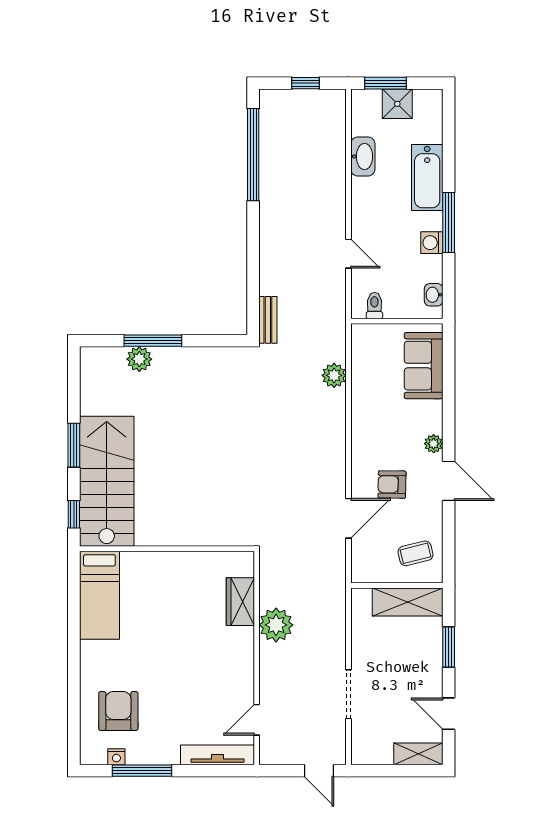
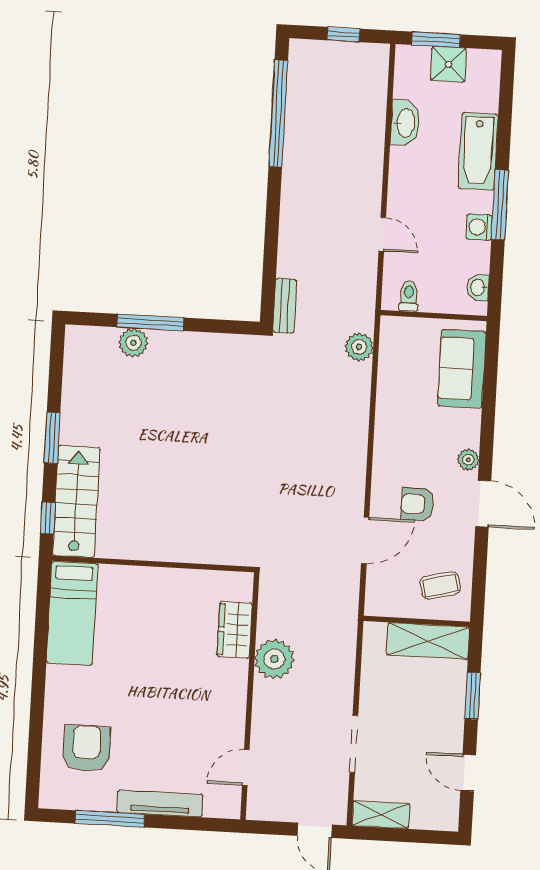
plant: (334, 375) -> (359, 347), moved
stairs: (107, 481) -> (76, 502), width x0.73, depth x0.66
shelving: (418, 754) -> (381, 815), moved
tv unit: (217, 755) -> (160, 803), moved
nightstand: (116, 757) -> (81, 801), removed

